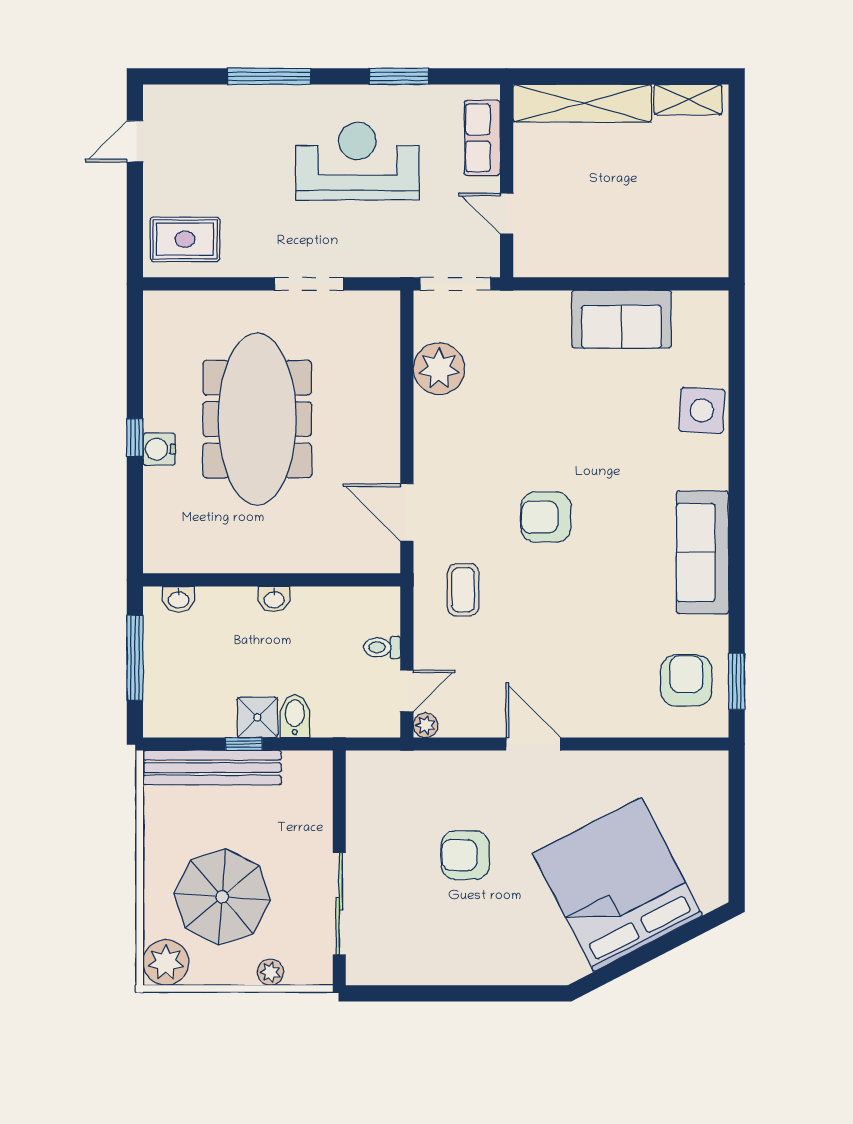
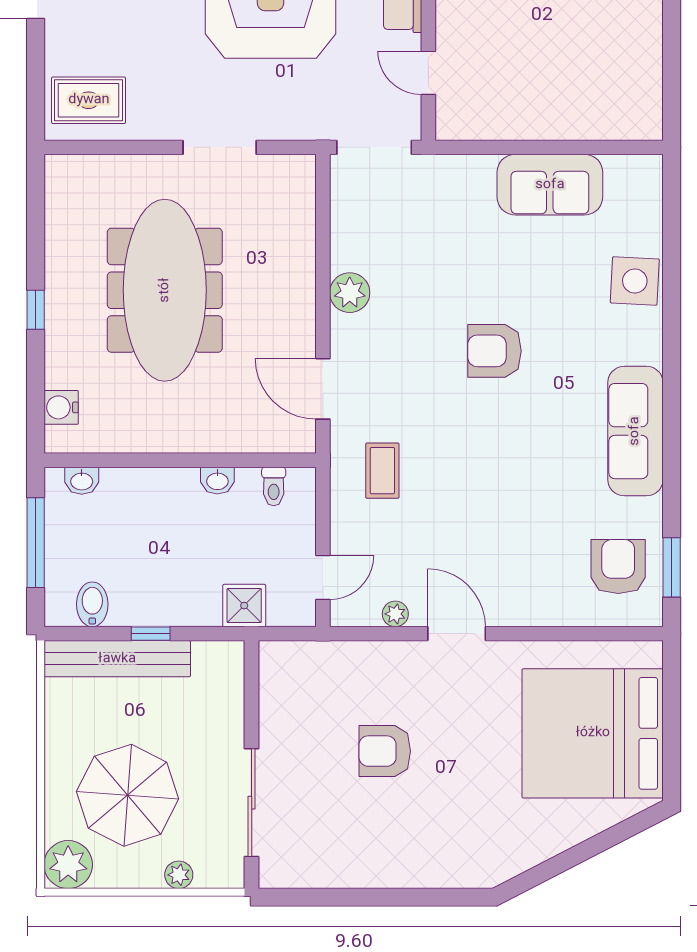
plant: (439, 369) -> (350, 293), moved, width x0.73, depth x0.73
water cooler: (159, 449) -> (61, 407), moved
armchair: (546, 517) -> (494, 351), moved
washbasin: (274, 599) -> (217, 481), moved
toilet: (382, 647) -> (274, 486), moved, turned -90
bidet: (295, 716) -> (92, 604), moved
shower: (257, 717) -> (244, 606), moved
plant: (426, 725) -> (395, 614), moved
bed: (618, 884) -> (593, 733), moved, turned -63

